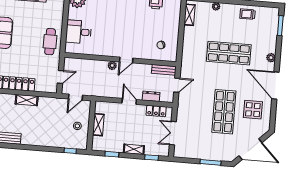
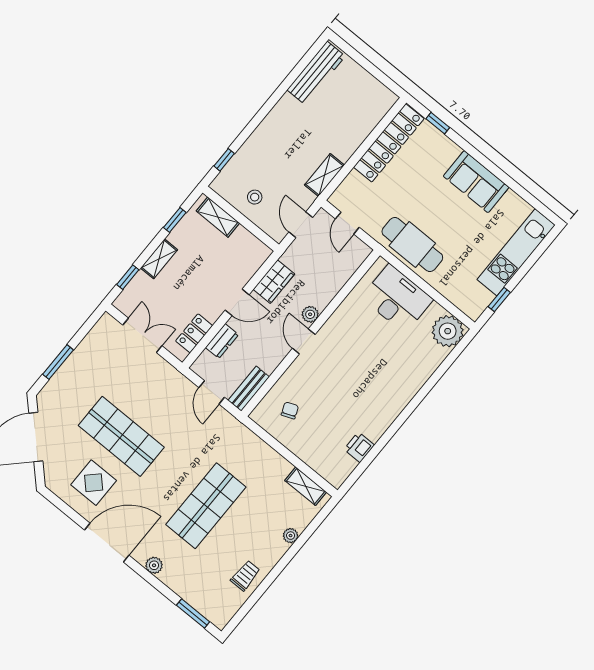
desk: (79, 32) -> (397, 299), width x1.37
cafe table: (50, 42) -> (412, 245), width x1.37, depth x1.35
wardrobe: (109, 92) -> (274, 282), added
shelving: (27, 100) -> (324, 175), moved
shelving: (98, 125) -> (218, 217), moved

